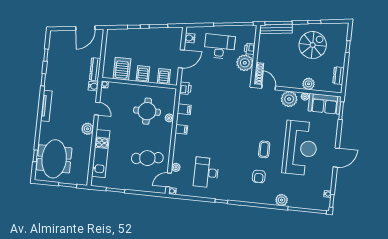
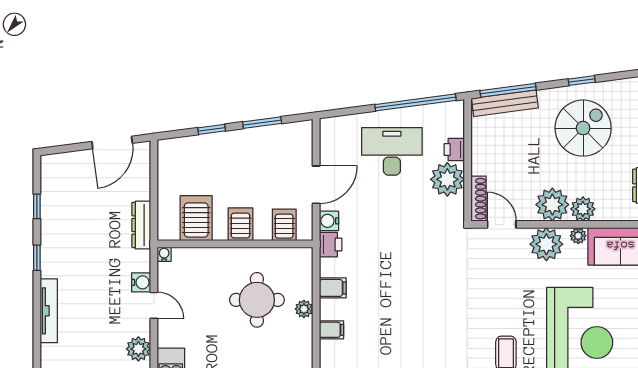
water cooler: (190, 38) -> (329, 221), moved
plant: (294, 80) -> (552, 205), added
water cooler: (93, 86) -> (141, 282), moved

